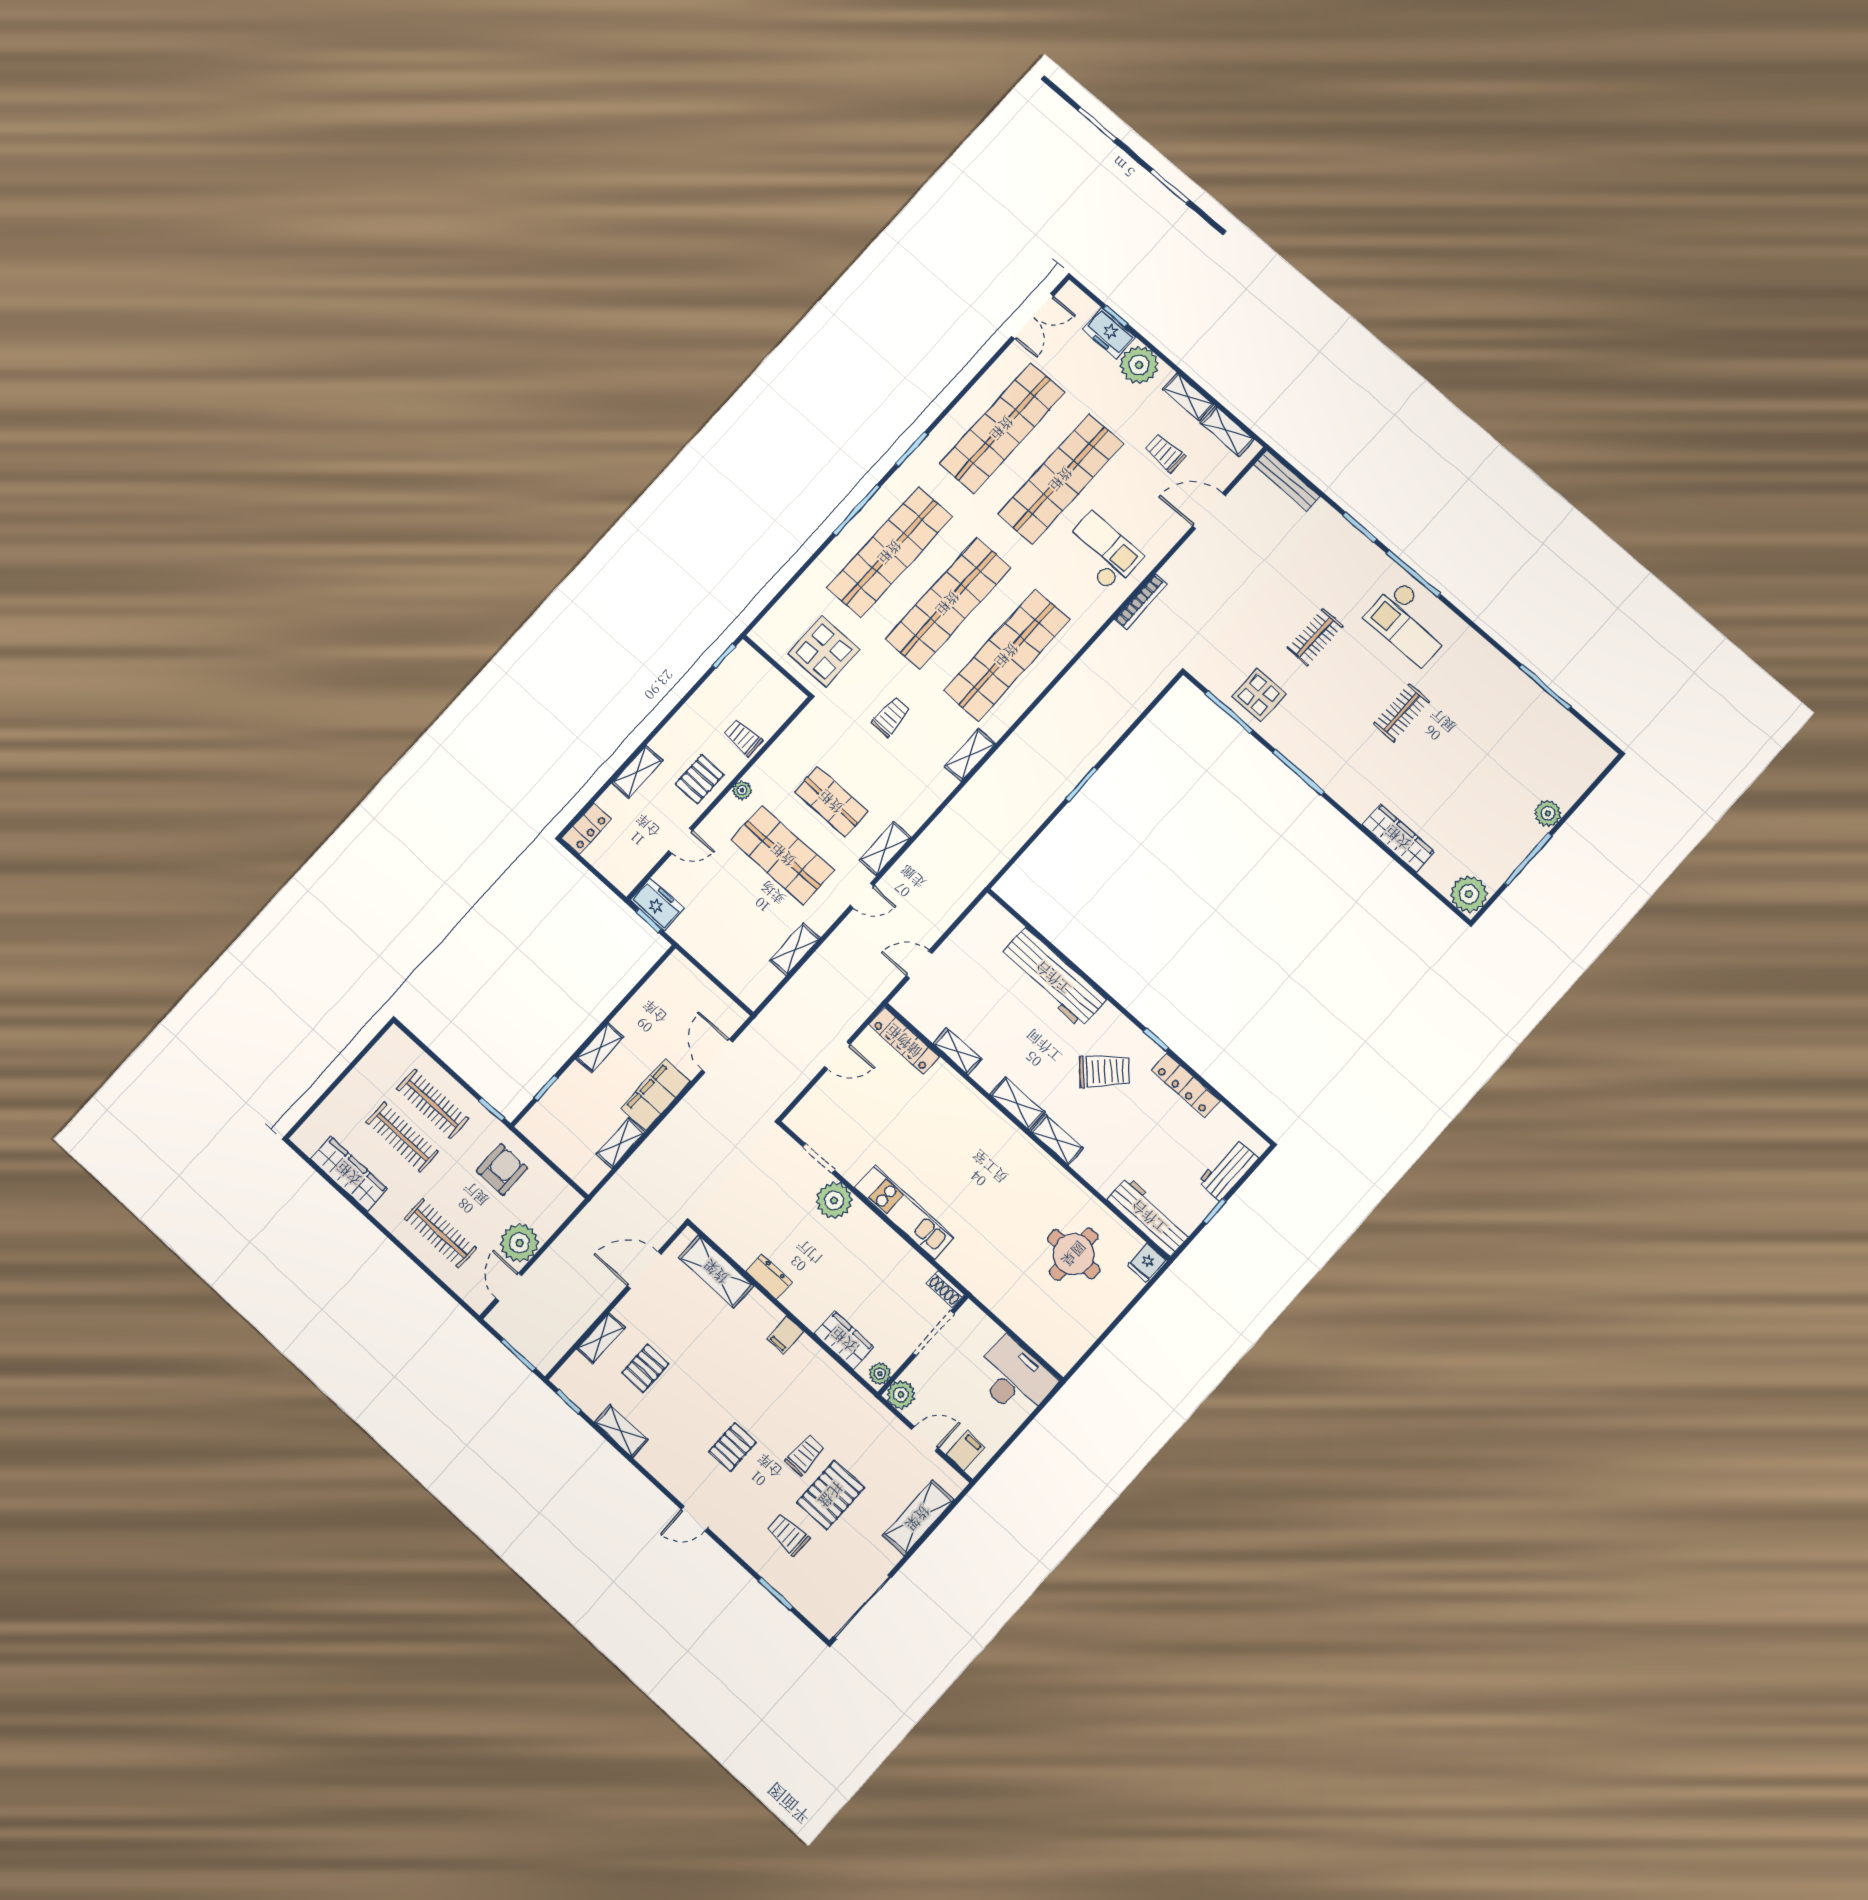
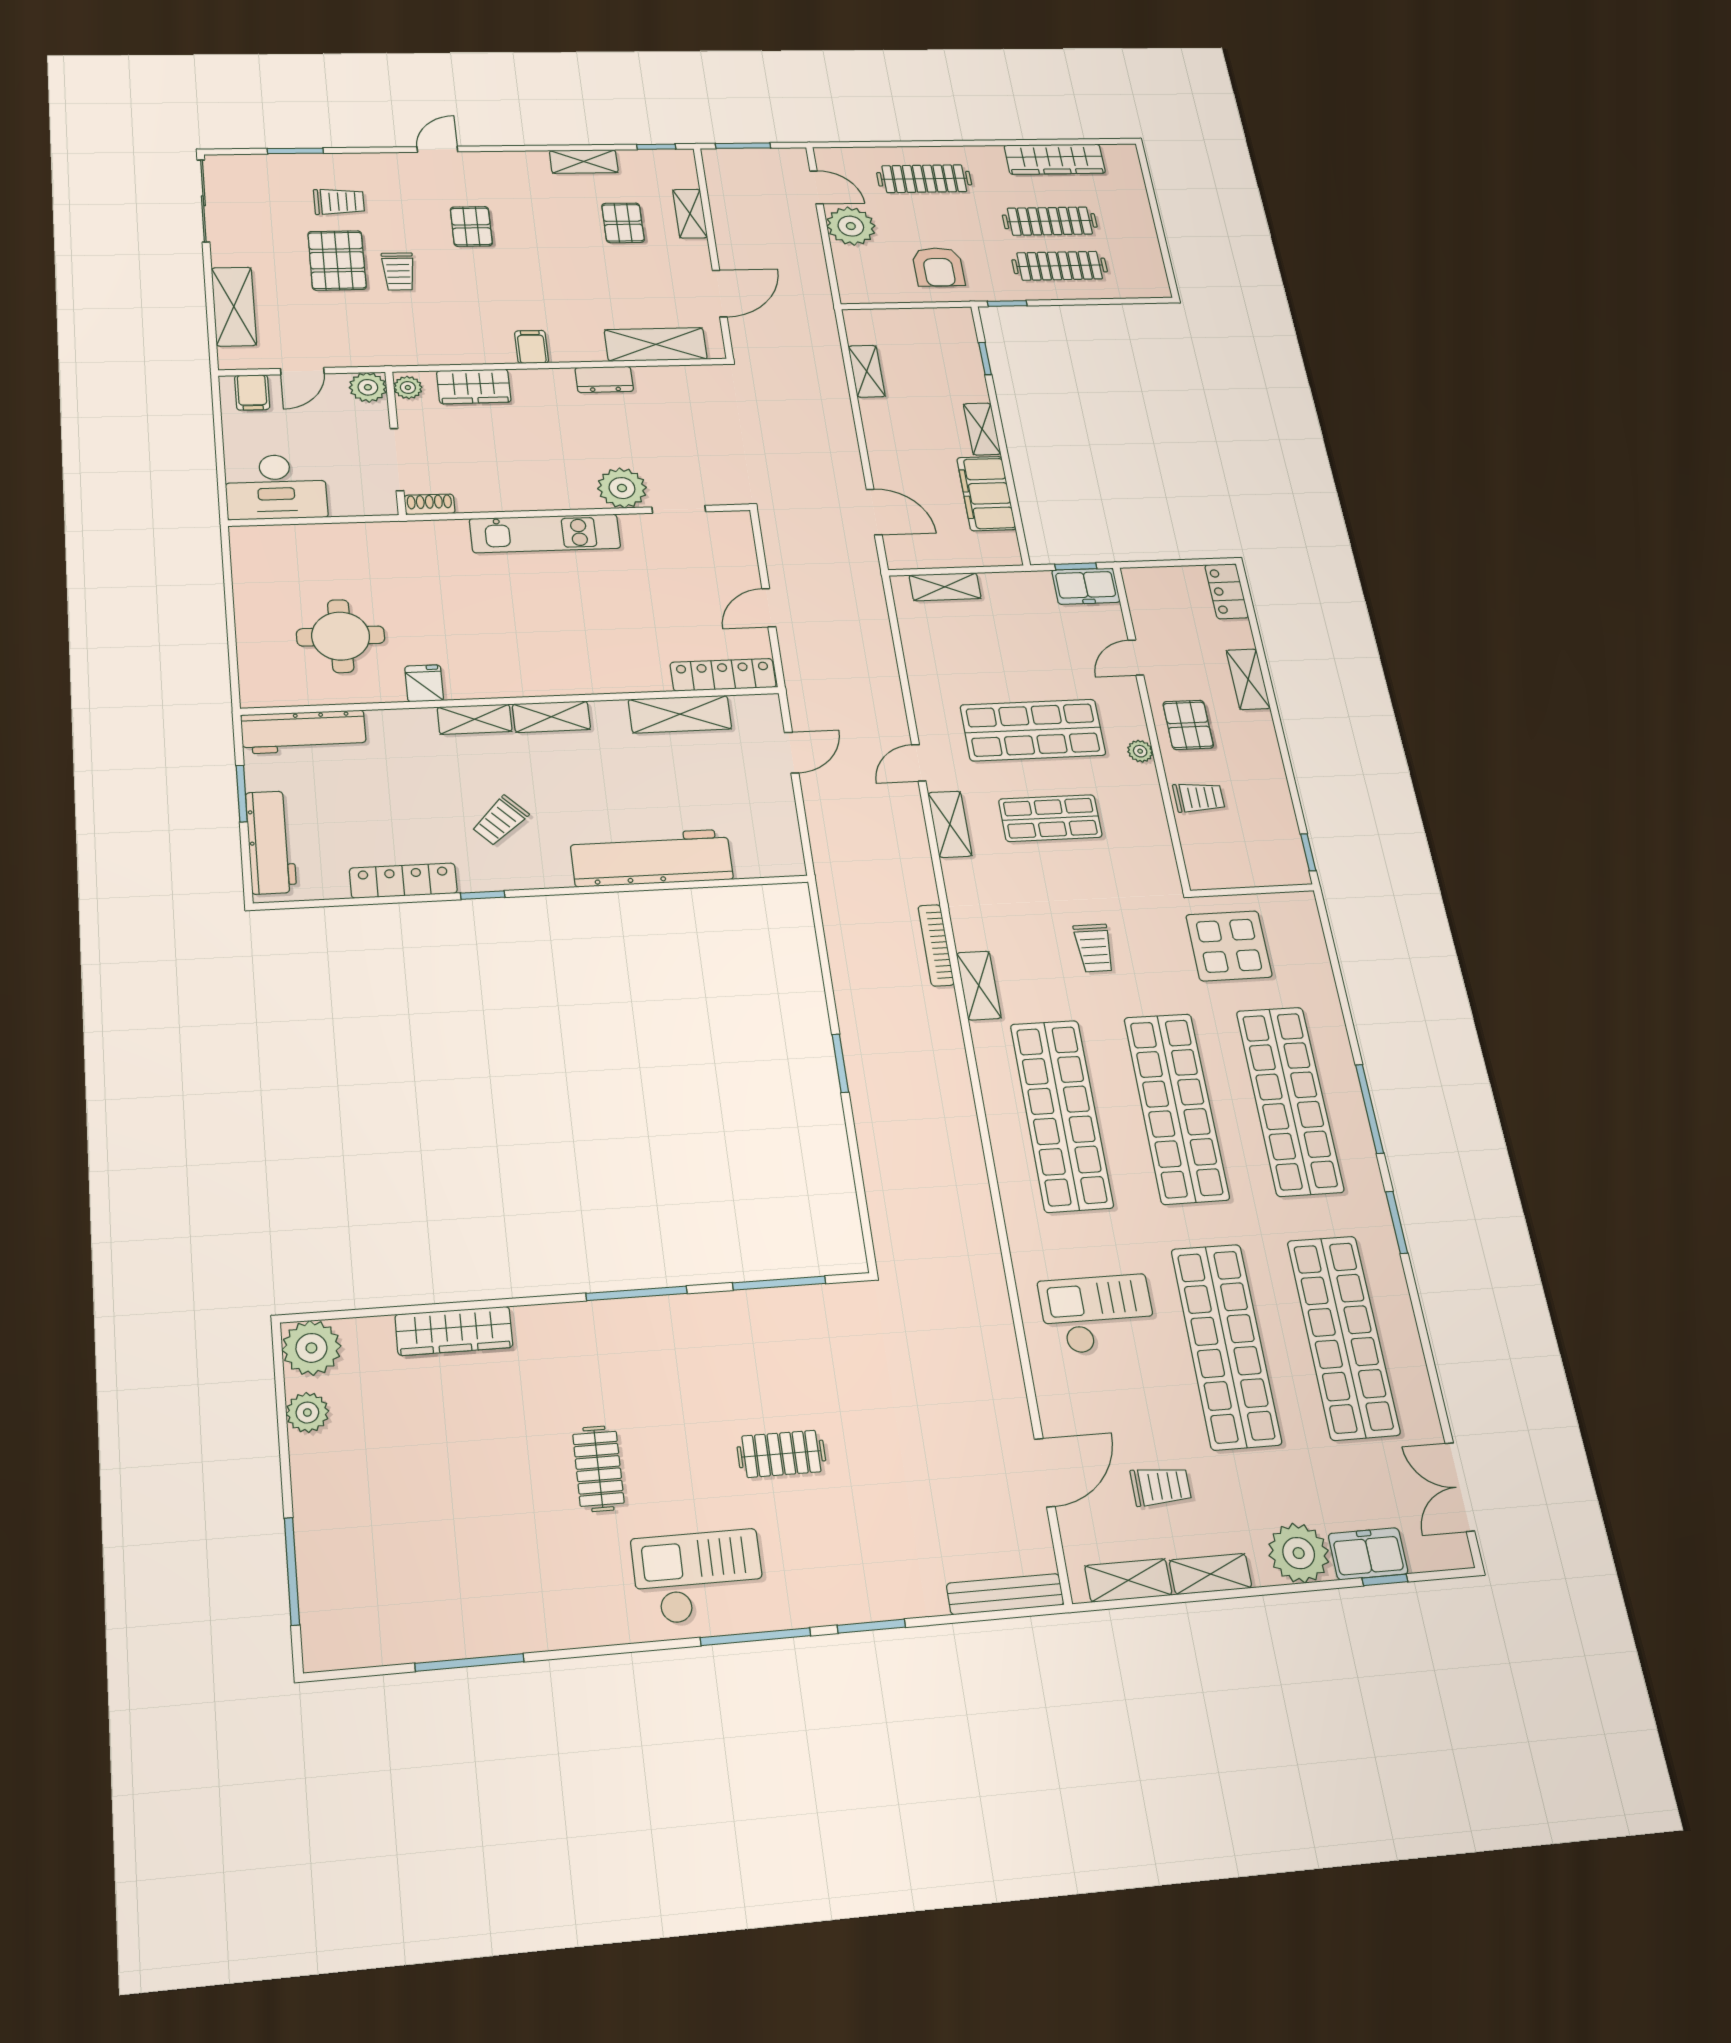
checkout: (1101, 552) -> (1098, 1314), turned 180
bookcase: (1141, 602) -> (936, 945), moved
clothes rail: (1315, 637) -> (781, 1454), turned 90
display table: (1259, 695) -> (769, 1332), removed
plant: (1548, 813) -> (307, 1413), moved
window: (1528, 859) -> (292, 1571), moved
shelving: (795, 949) -> (945, 587), moved, turned 90
shelving: (958, 1051) -> (680, 714), width x1.50, depth x1.33
trolley: (1105, 1071) -> (500, 821), width x0.73, depth x0.72
filing cabinet: (656, 1095) -> (986, 493), moved, turned 180
workbench: (1228, 1170) -> (271, 842), width x1.38
window: (1215, 1211) -> (242, 794), width x1.50
fridge: (1147, 1263) -> (424, 683), moved

